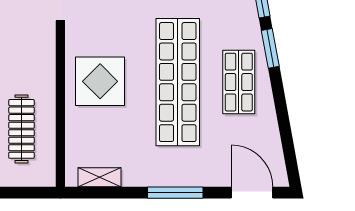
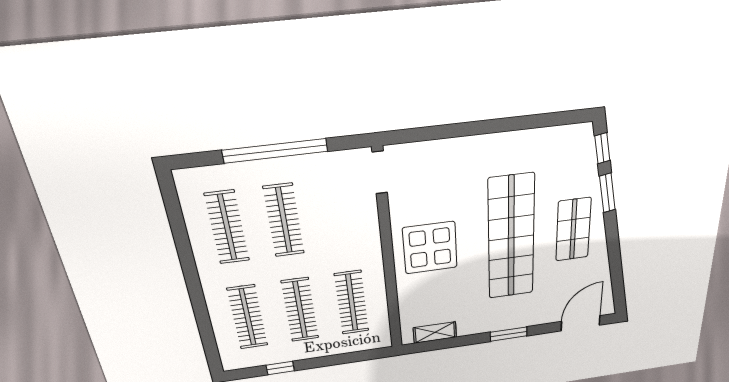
window: (175, 193) -> (509, 334), width x0.69
door: (252, 193) -> (581, 323), hinge flipped

